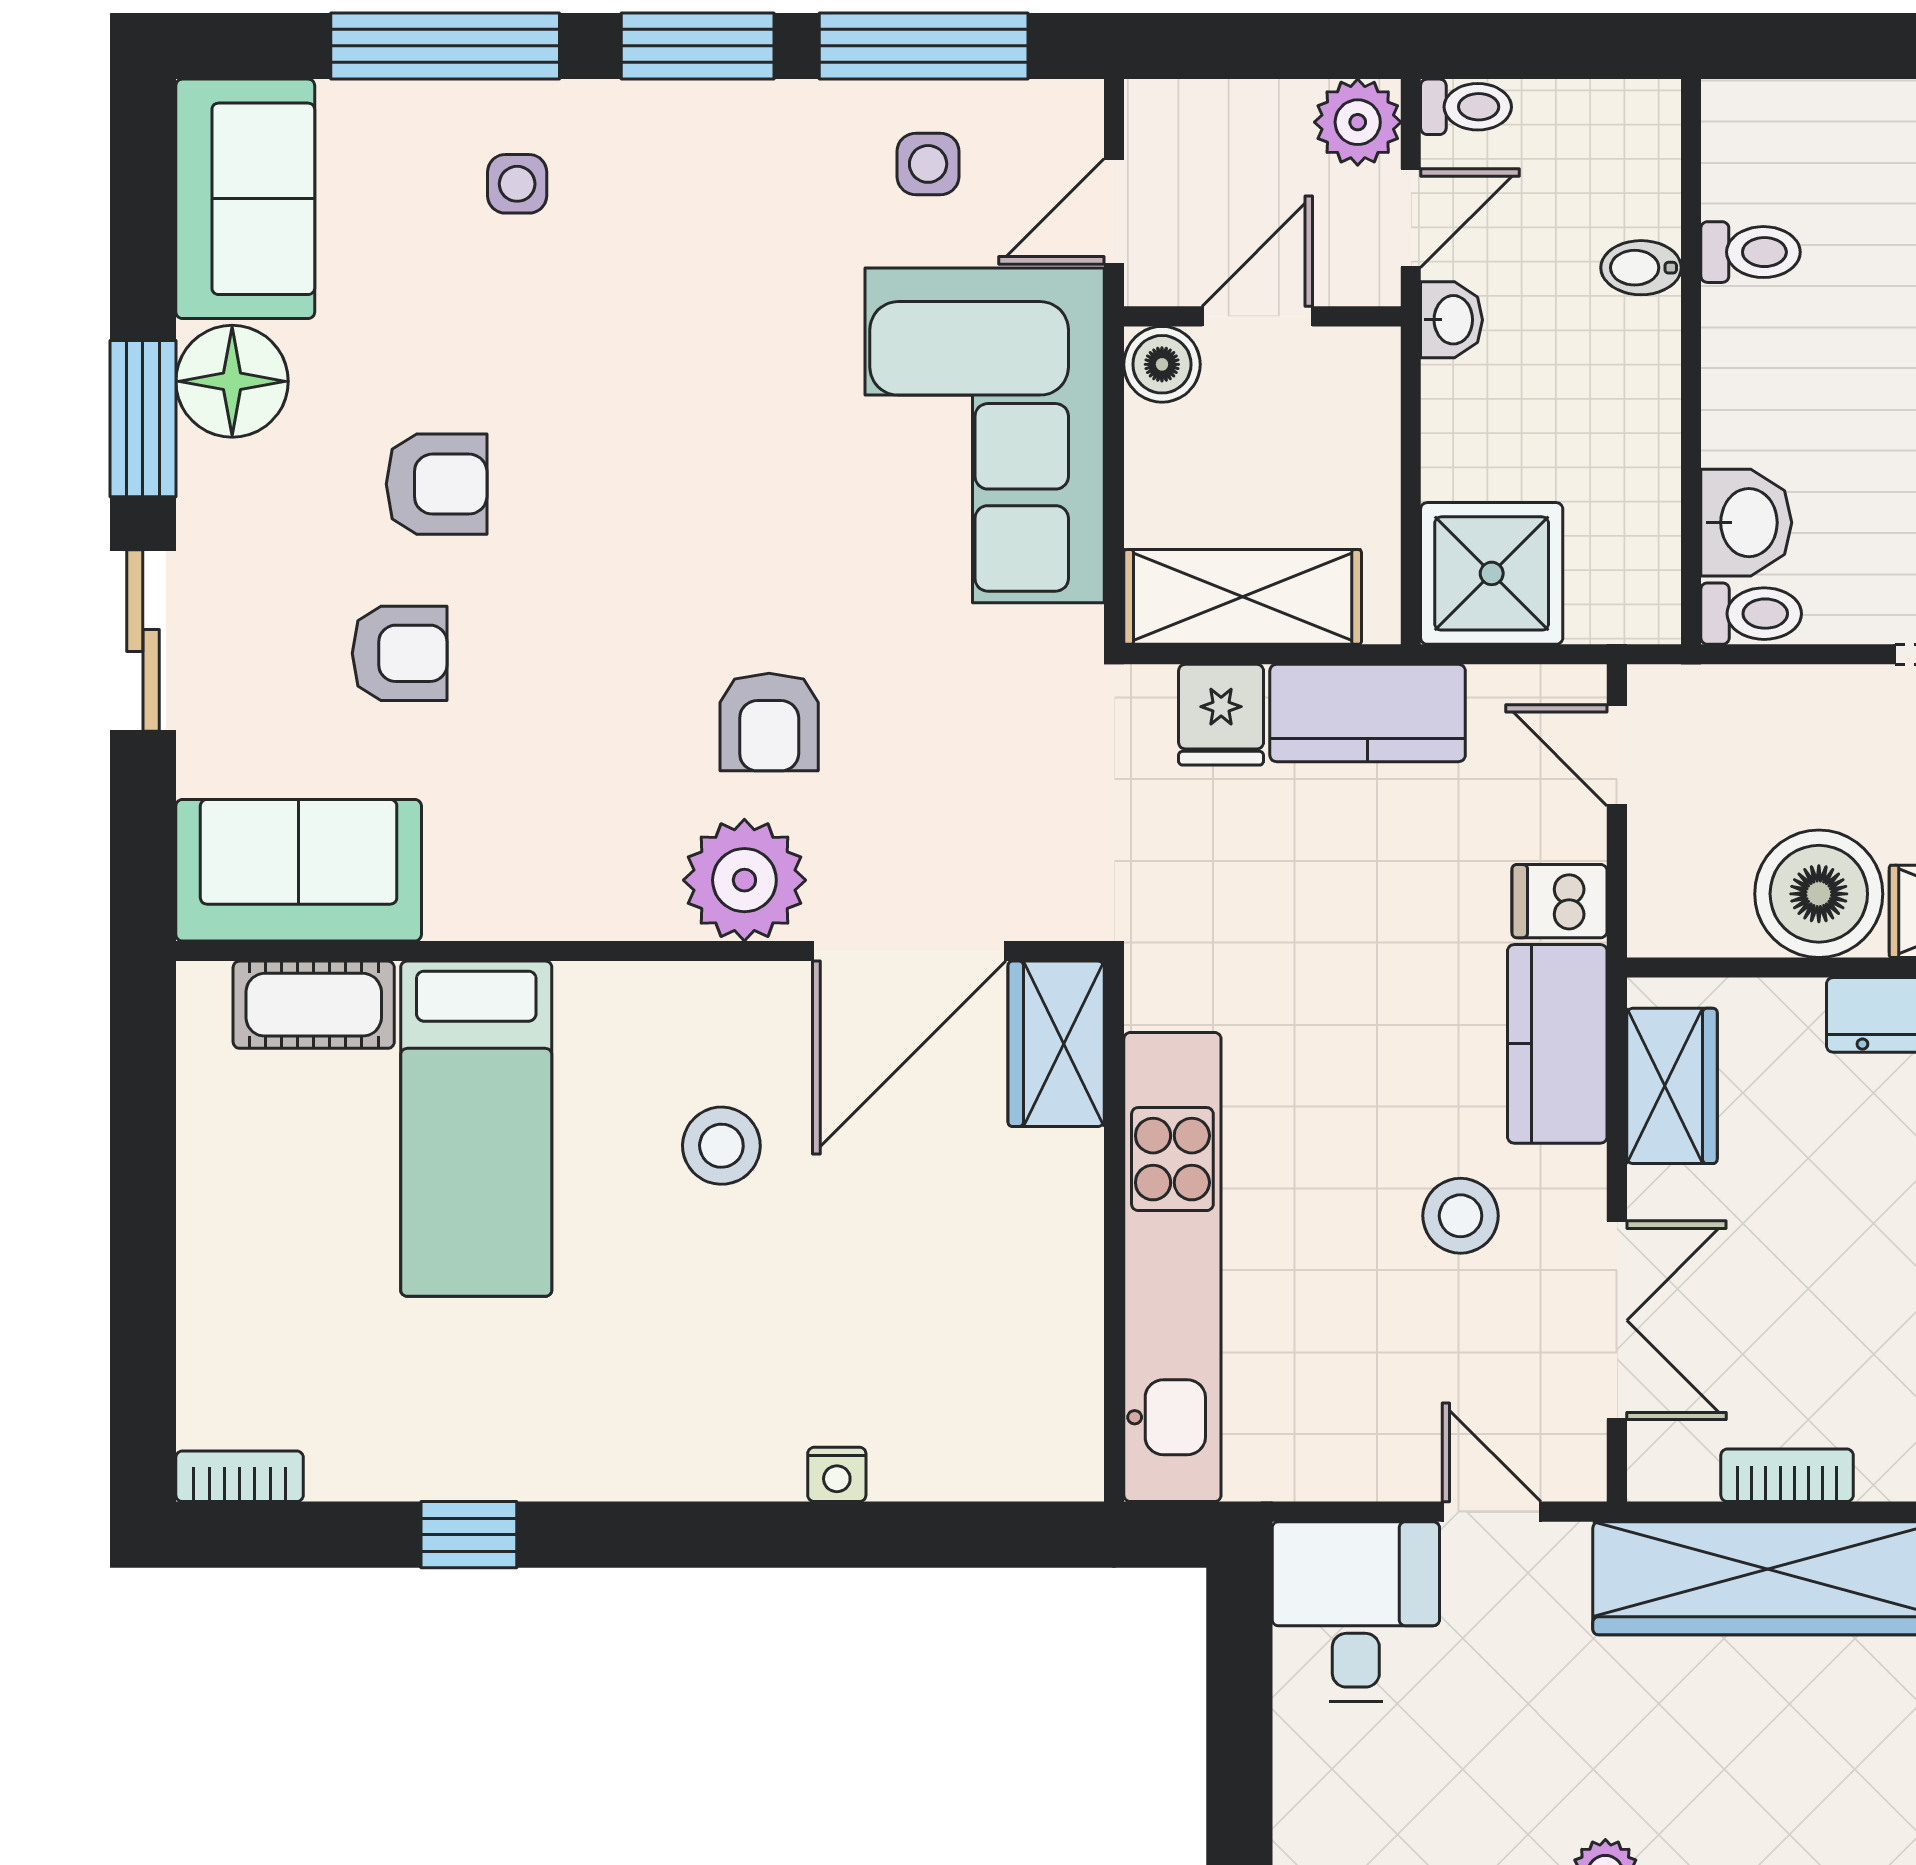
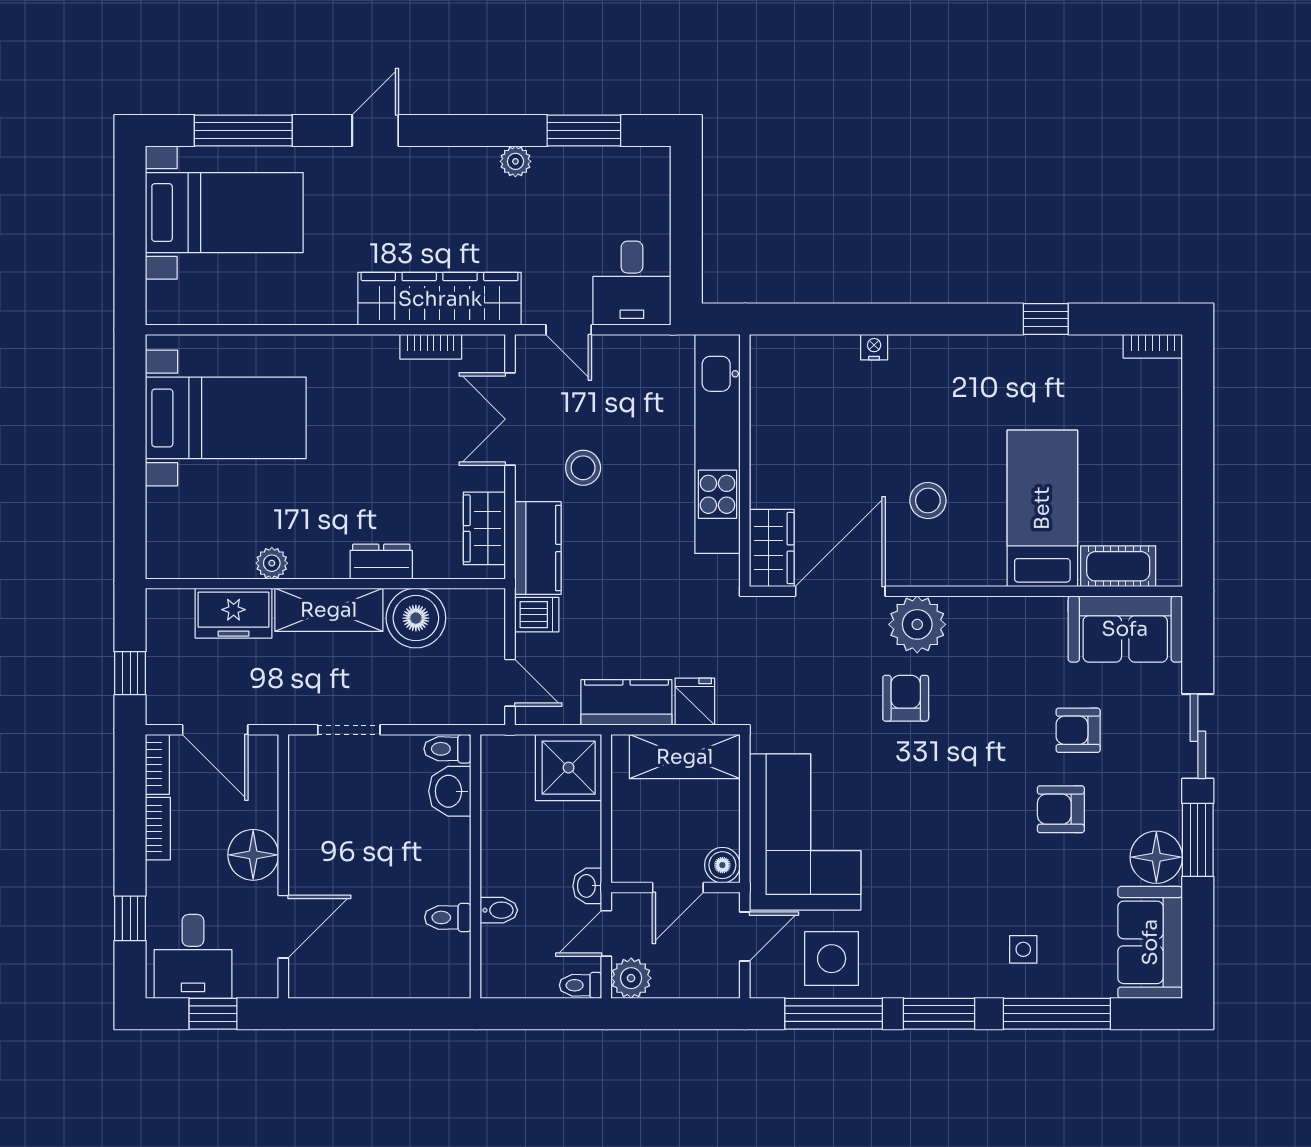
side table: (928, 164) -> (832, 959), width x1.87, depth x1.87

